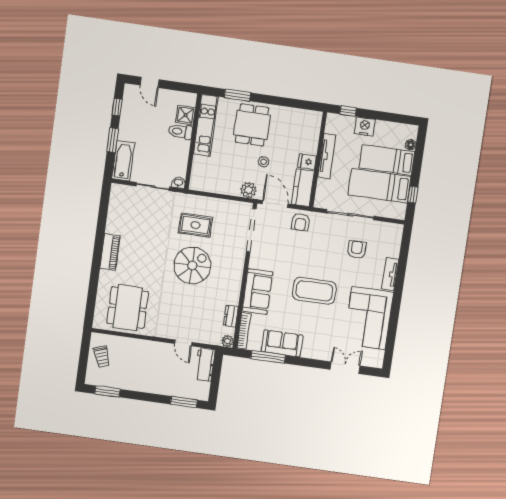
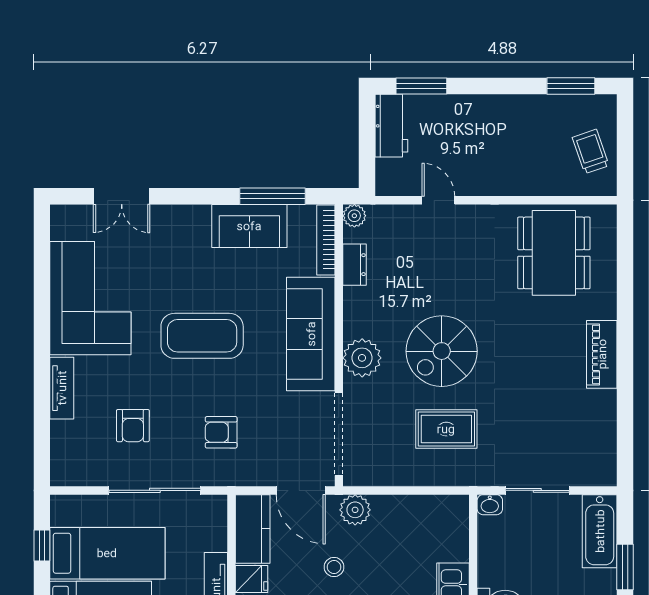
armchair: (301, 222) -> (221, 432), moved, turned -90
plant: (234, 268) -> (362, 358), added
sofa: (257, 292) -> (311, 334), width x1.36
workbench: (205, 364) -> (391, 126), moved

